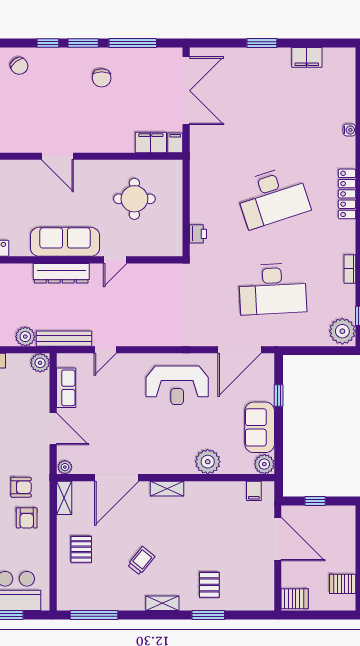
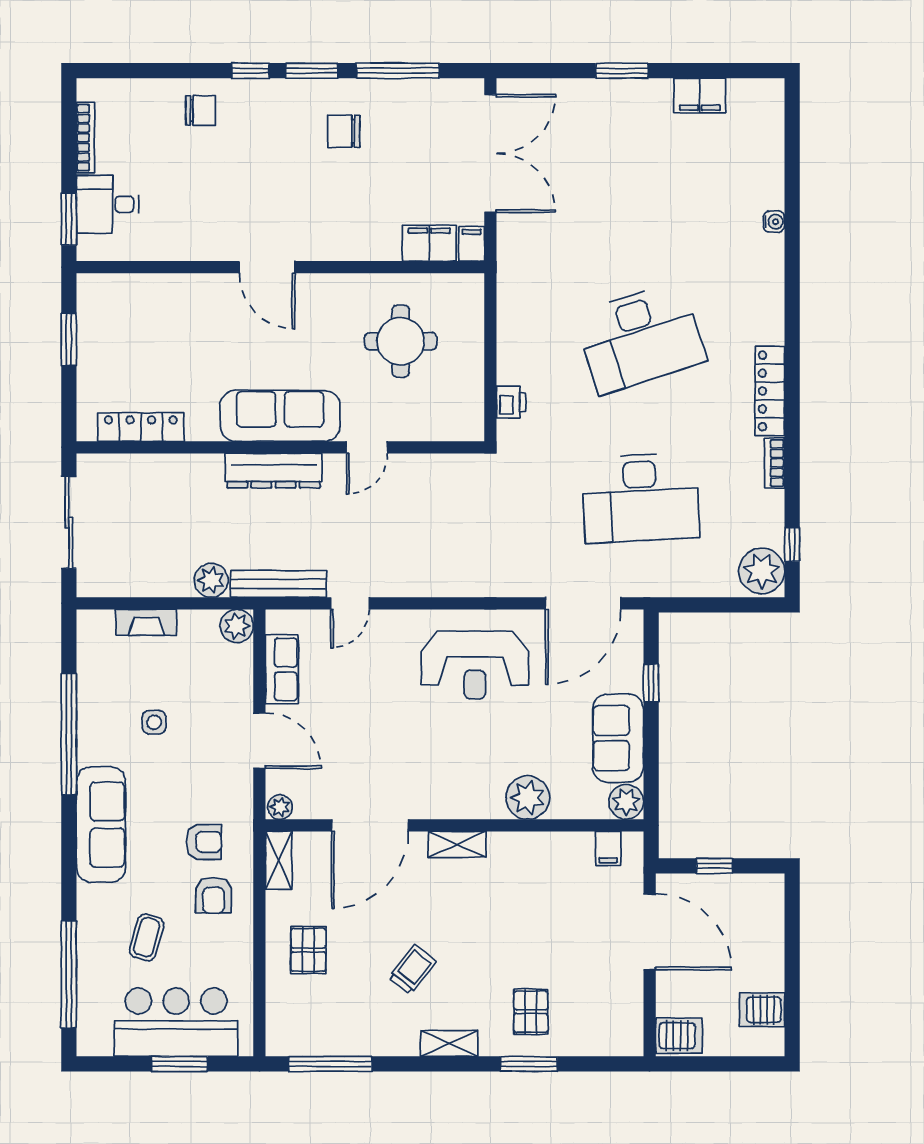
chair: (19, 66) -> (201, 110), turned -53
chair: (102, 78) -> (344, 131), turned 90
locker: (347, 194) -> (770, 391), moved

